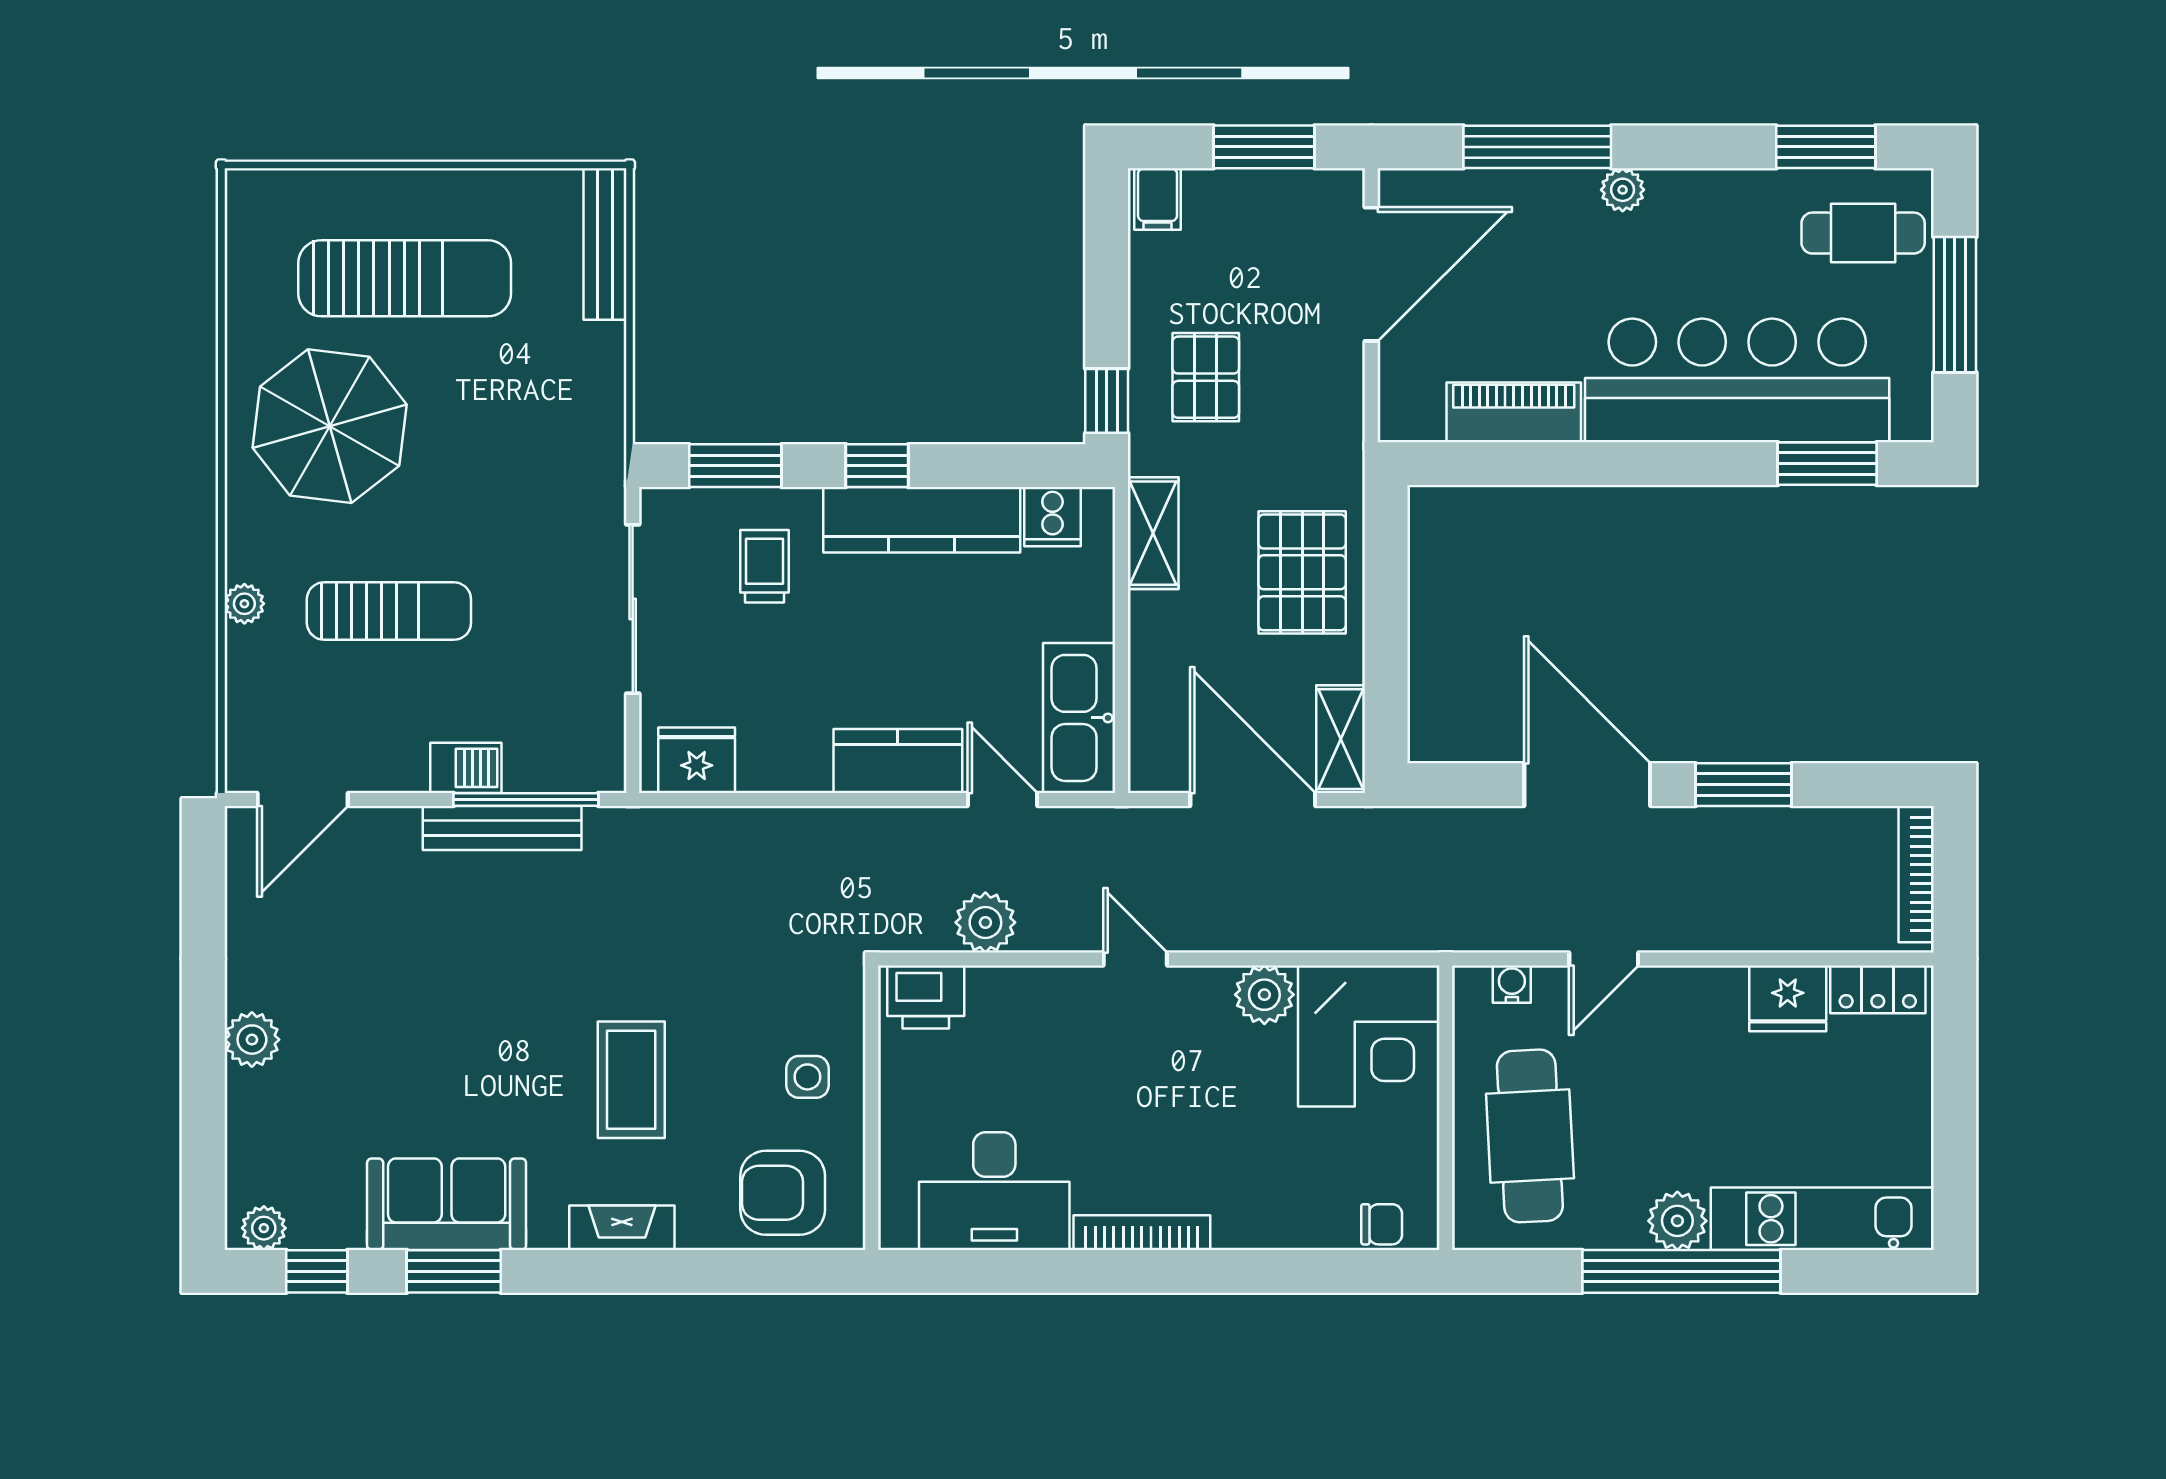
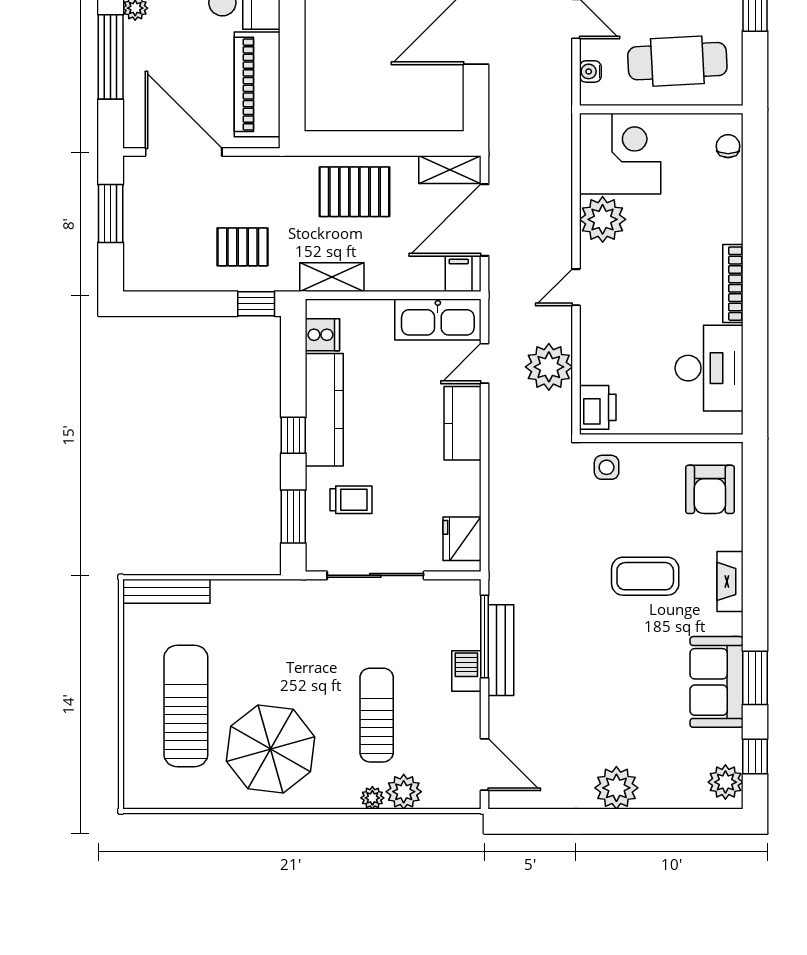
filing cabinet: (1157, 199) -> (459, 274), moved, turned -90
piano: (1514, 412) -> (257, 84), width x1.37, depth x1.33
trolley: (765, 566) -> (351, 500), turned 180
plant: (255, 658) -> (404, 792), added
plant: (985, 922) -> (549, 367), width x1.36, depth x1.36
plant: (1264, 995) -> (603, 219), width x1.36, depth x1.36
plant: (252, 1040) -> (616, 788), width x1.36, depth x1.36
side table: (807, 1077) -> (607, 467), moved
plant: (264, 1228) -> (725, 782), width x1.38, depth x1.38

